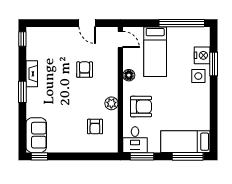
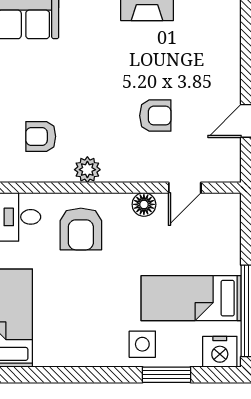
door: (120, 39) -> (185, 188), moved
bed: (155, 52) -> (191, 298), moved
nightstand: (202, 55) -> (220, 352), moved

